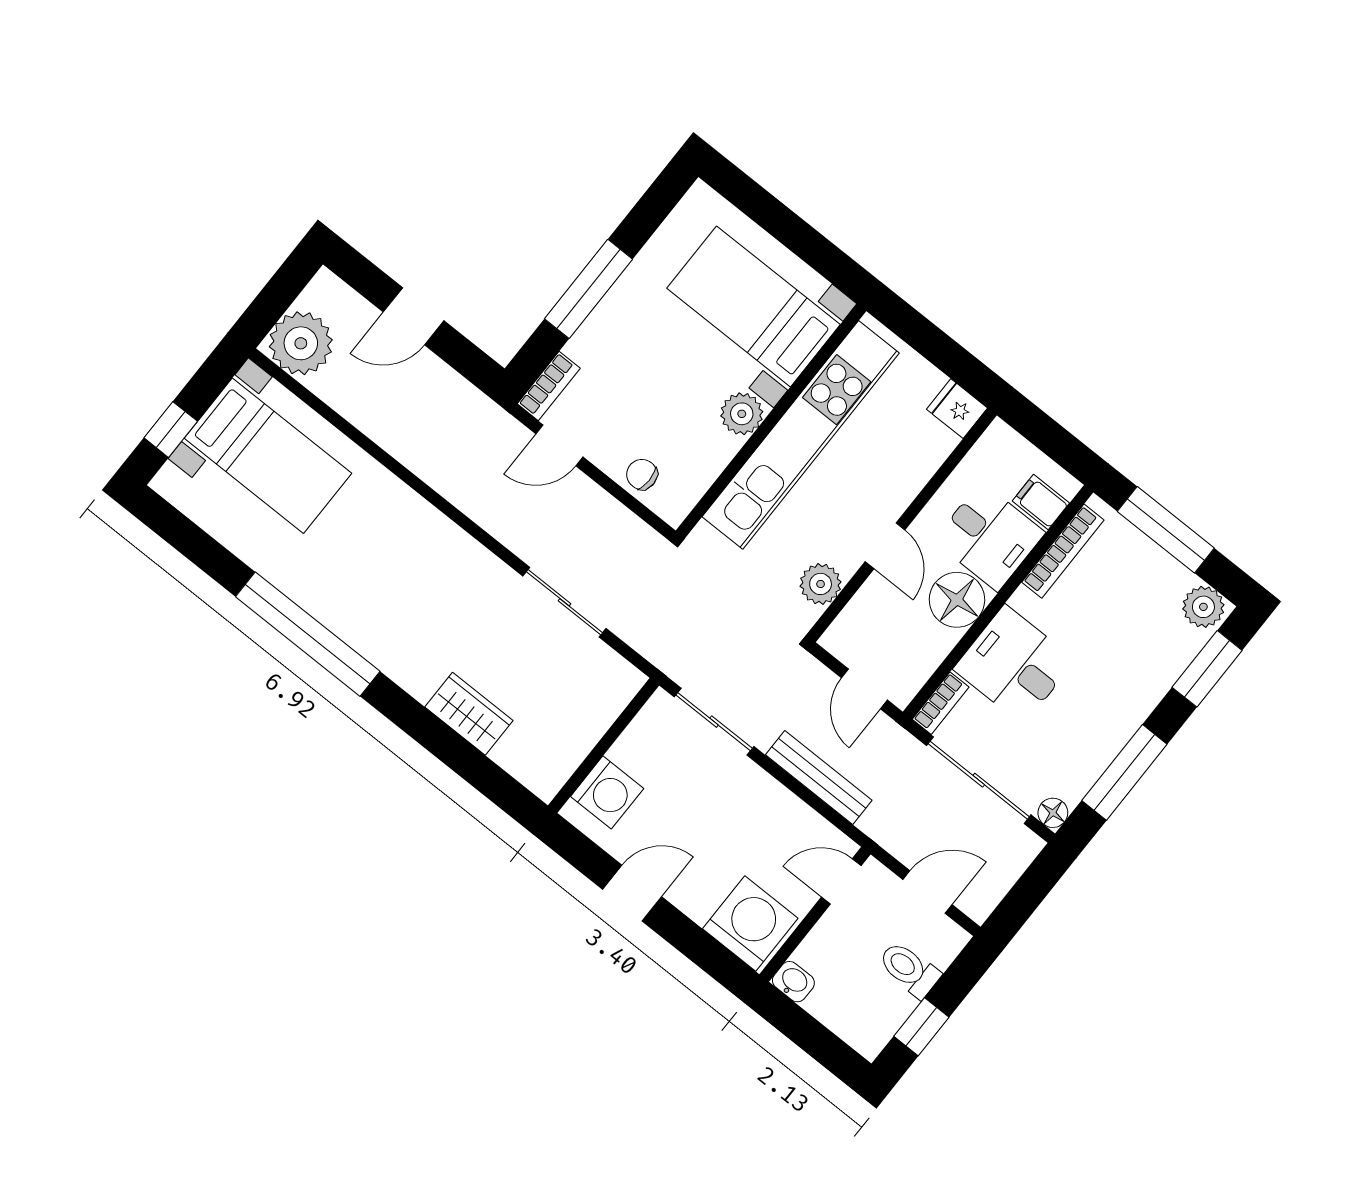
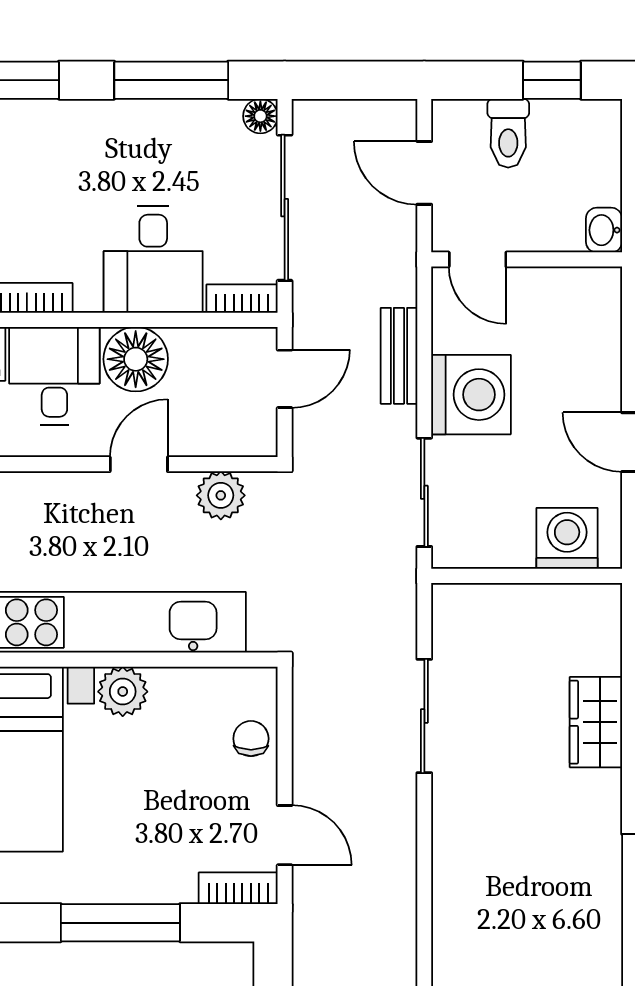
chair: (642, 474) -> (251, 739), turned 180
bench: (819, 778) -> (399, 356), width x0.73
washing machine: (750, 923) -> (471, 395), moved, turned 180

